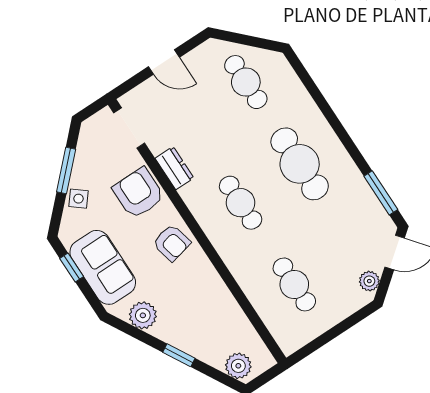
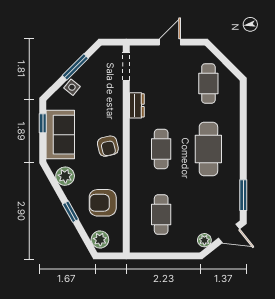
door: (164, 62) -> (170, 42), swing flipped
armchair: (138, 193) -> (103, 203), moved, turned -90

